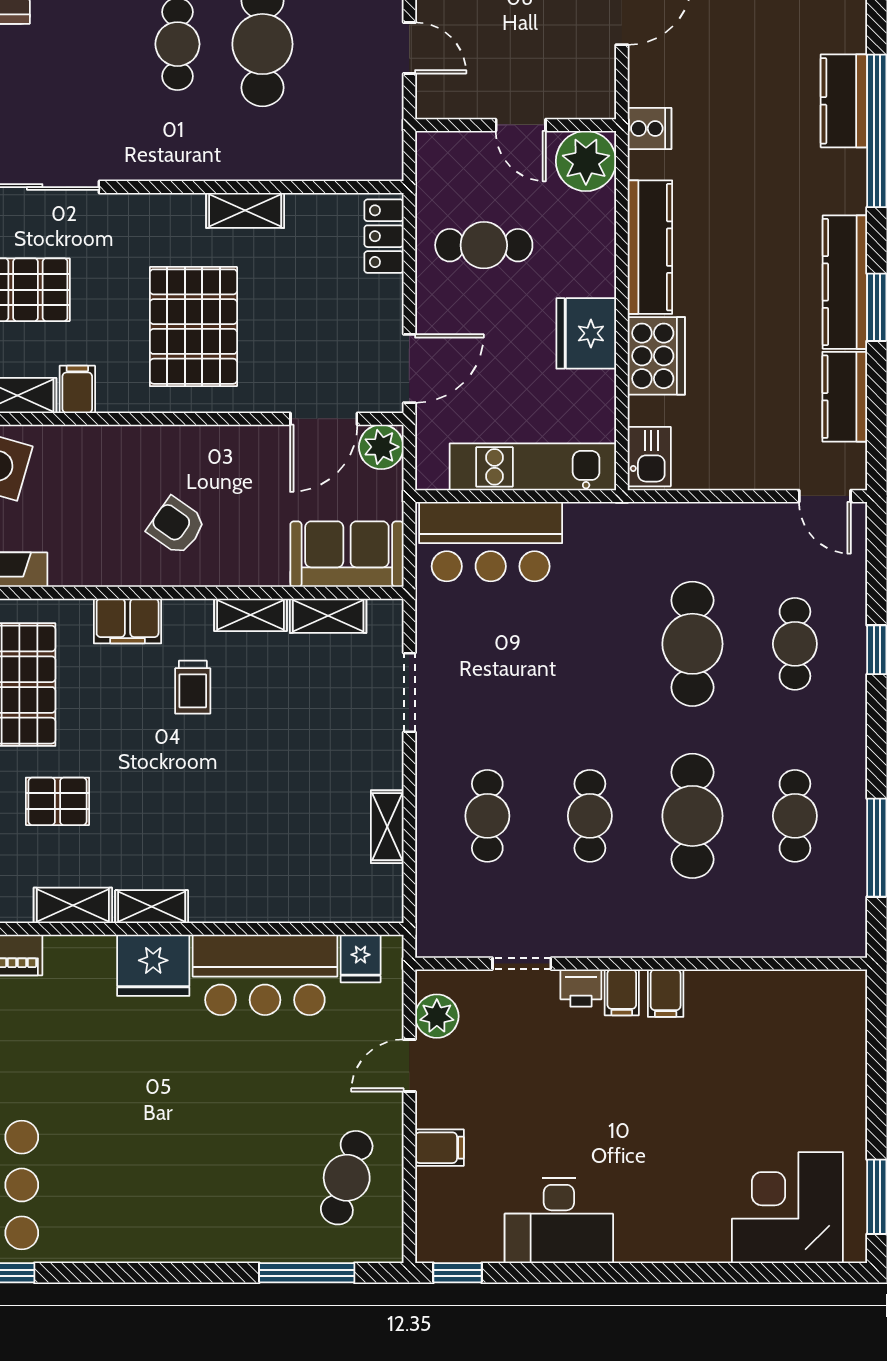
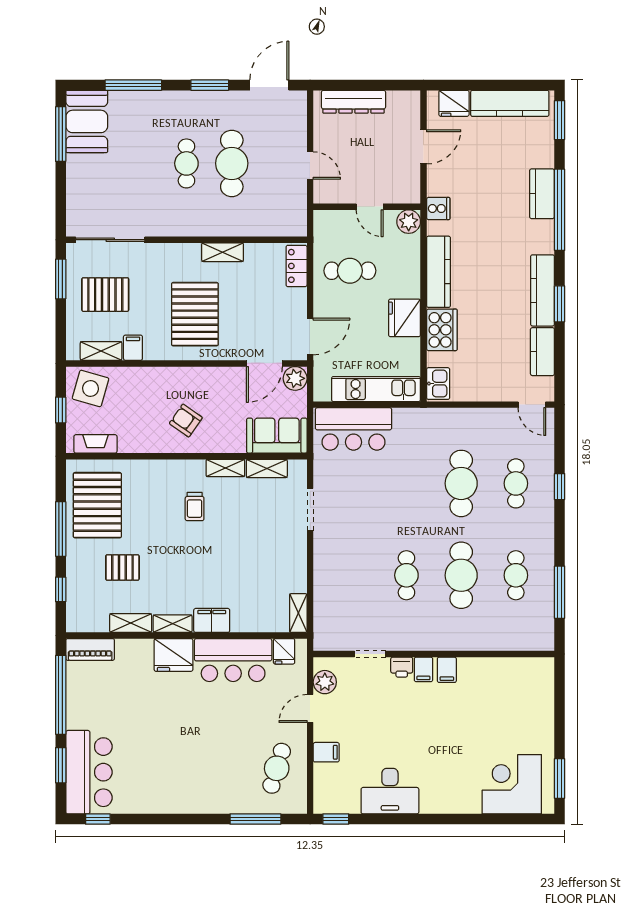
plant: (586, 161) -> (409, 222), width x0.73, depth x0.73
filing cabinet: (128, 621) -> (212, 620), moved, turned 180
cafe table: (487, 816) -> (352, 575), removed
shelving: (387, 827) -> (298, 613), moved

